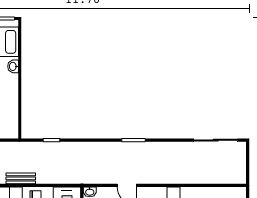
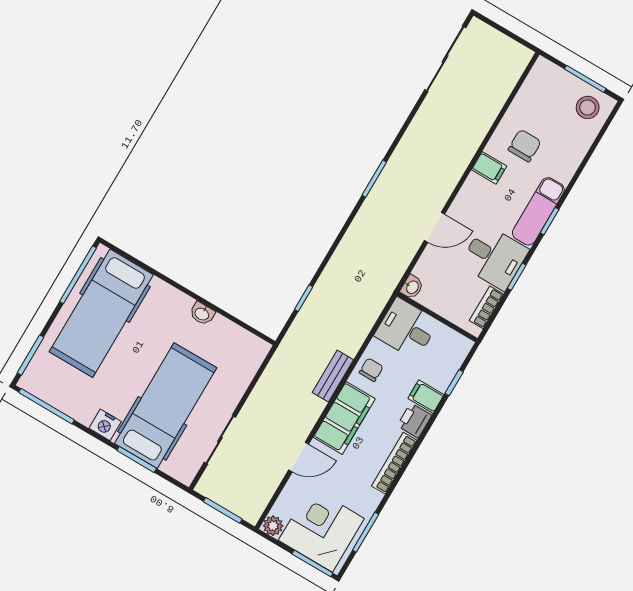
washbasin: (13, 66) -> (202, 314), moved

